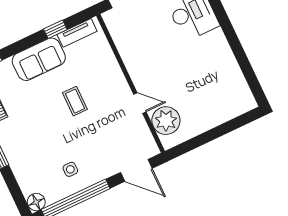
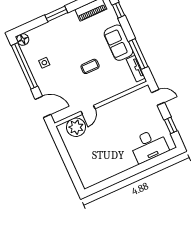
window: (55, 29) -> (138, 54), width x2.17
door: (136, 170) -> (43, 107), swing flipped

